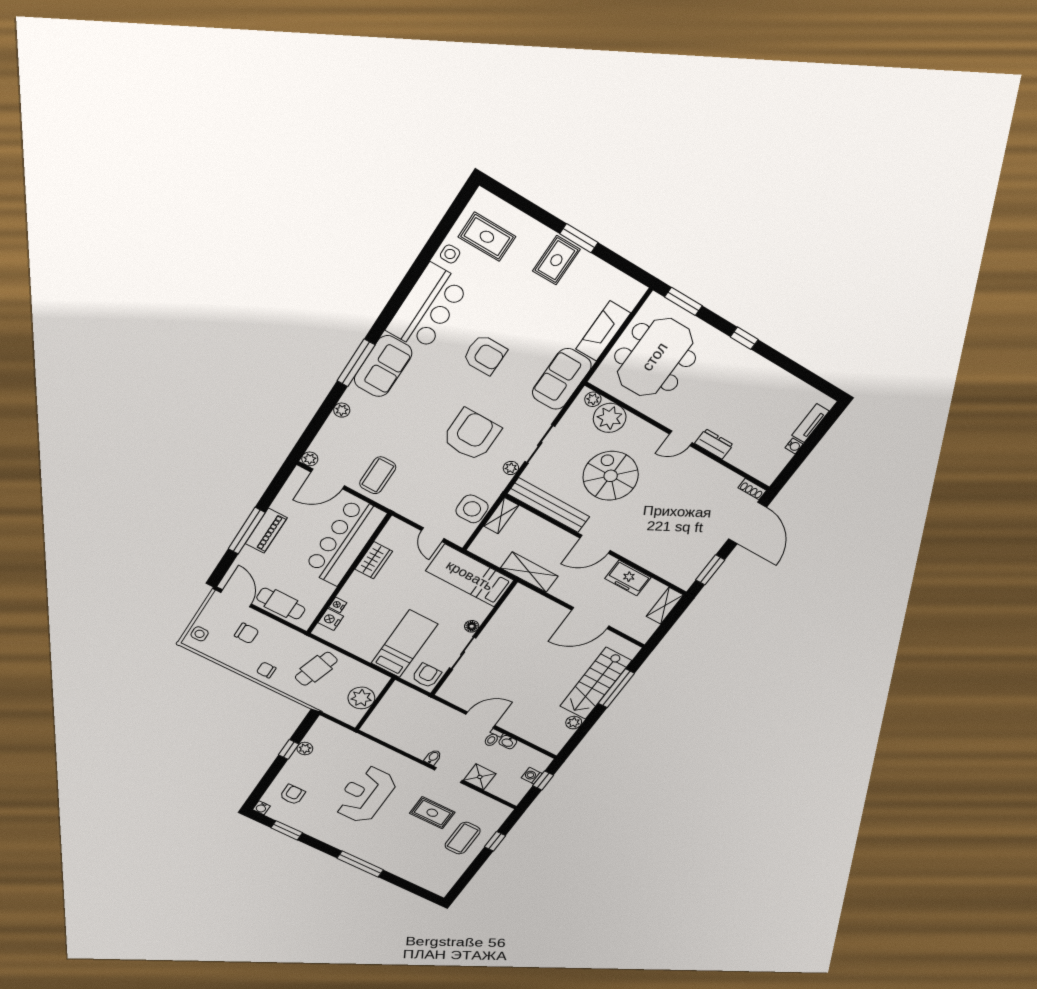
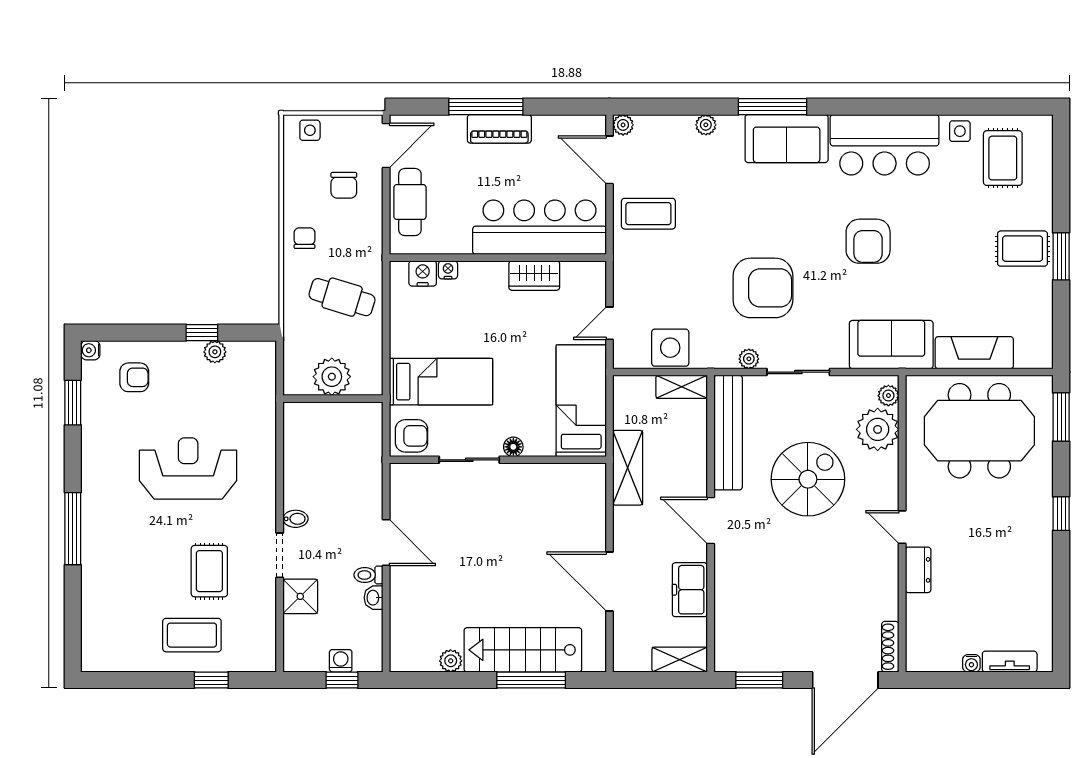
shoe rack: (752, 489) -> (890, 647), width x1.43

